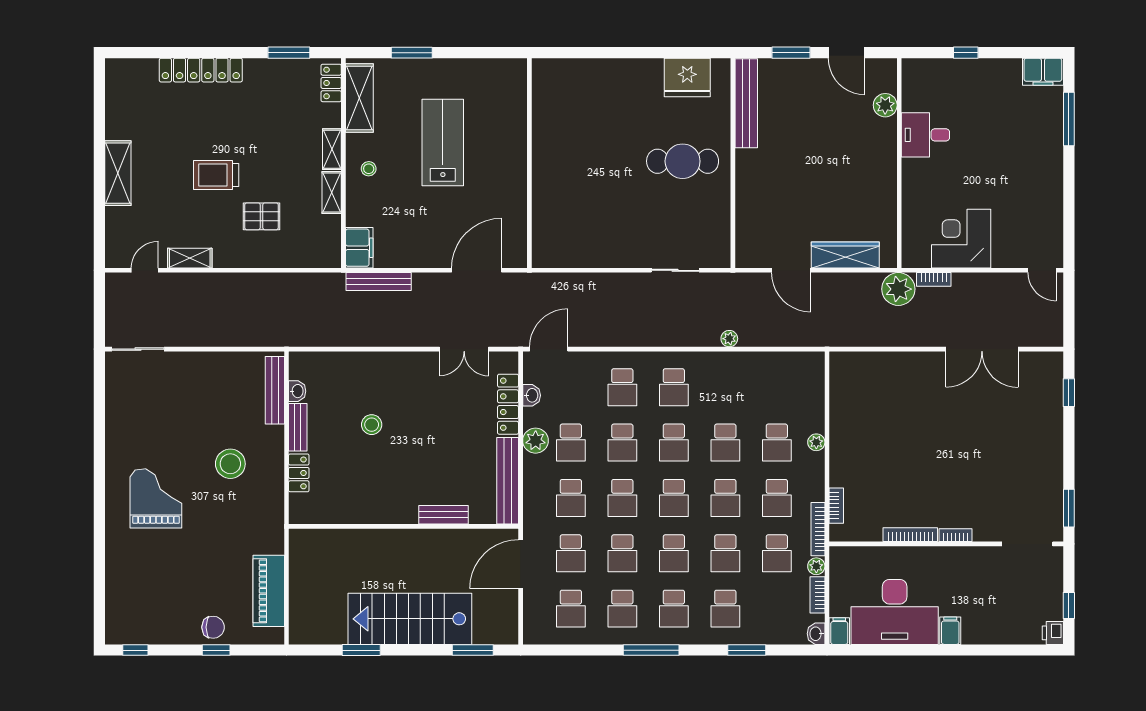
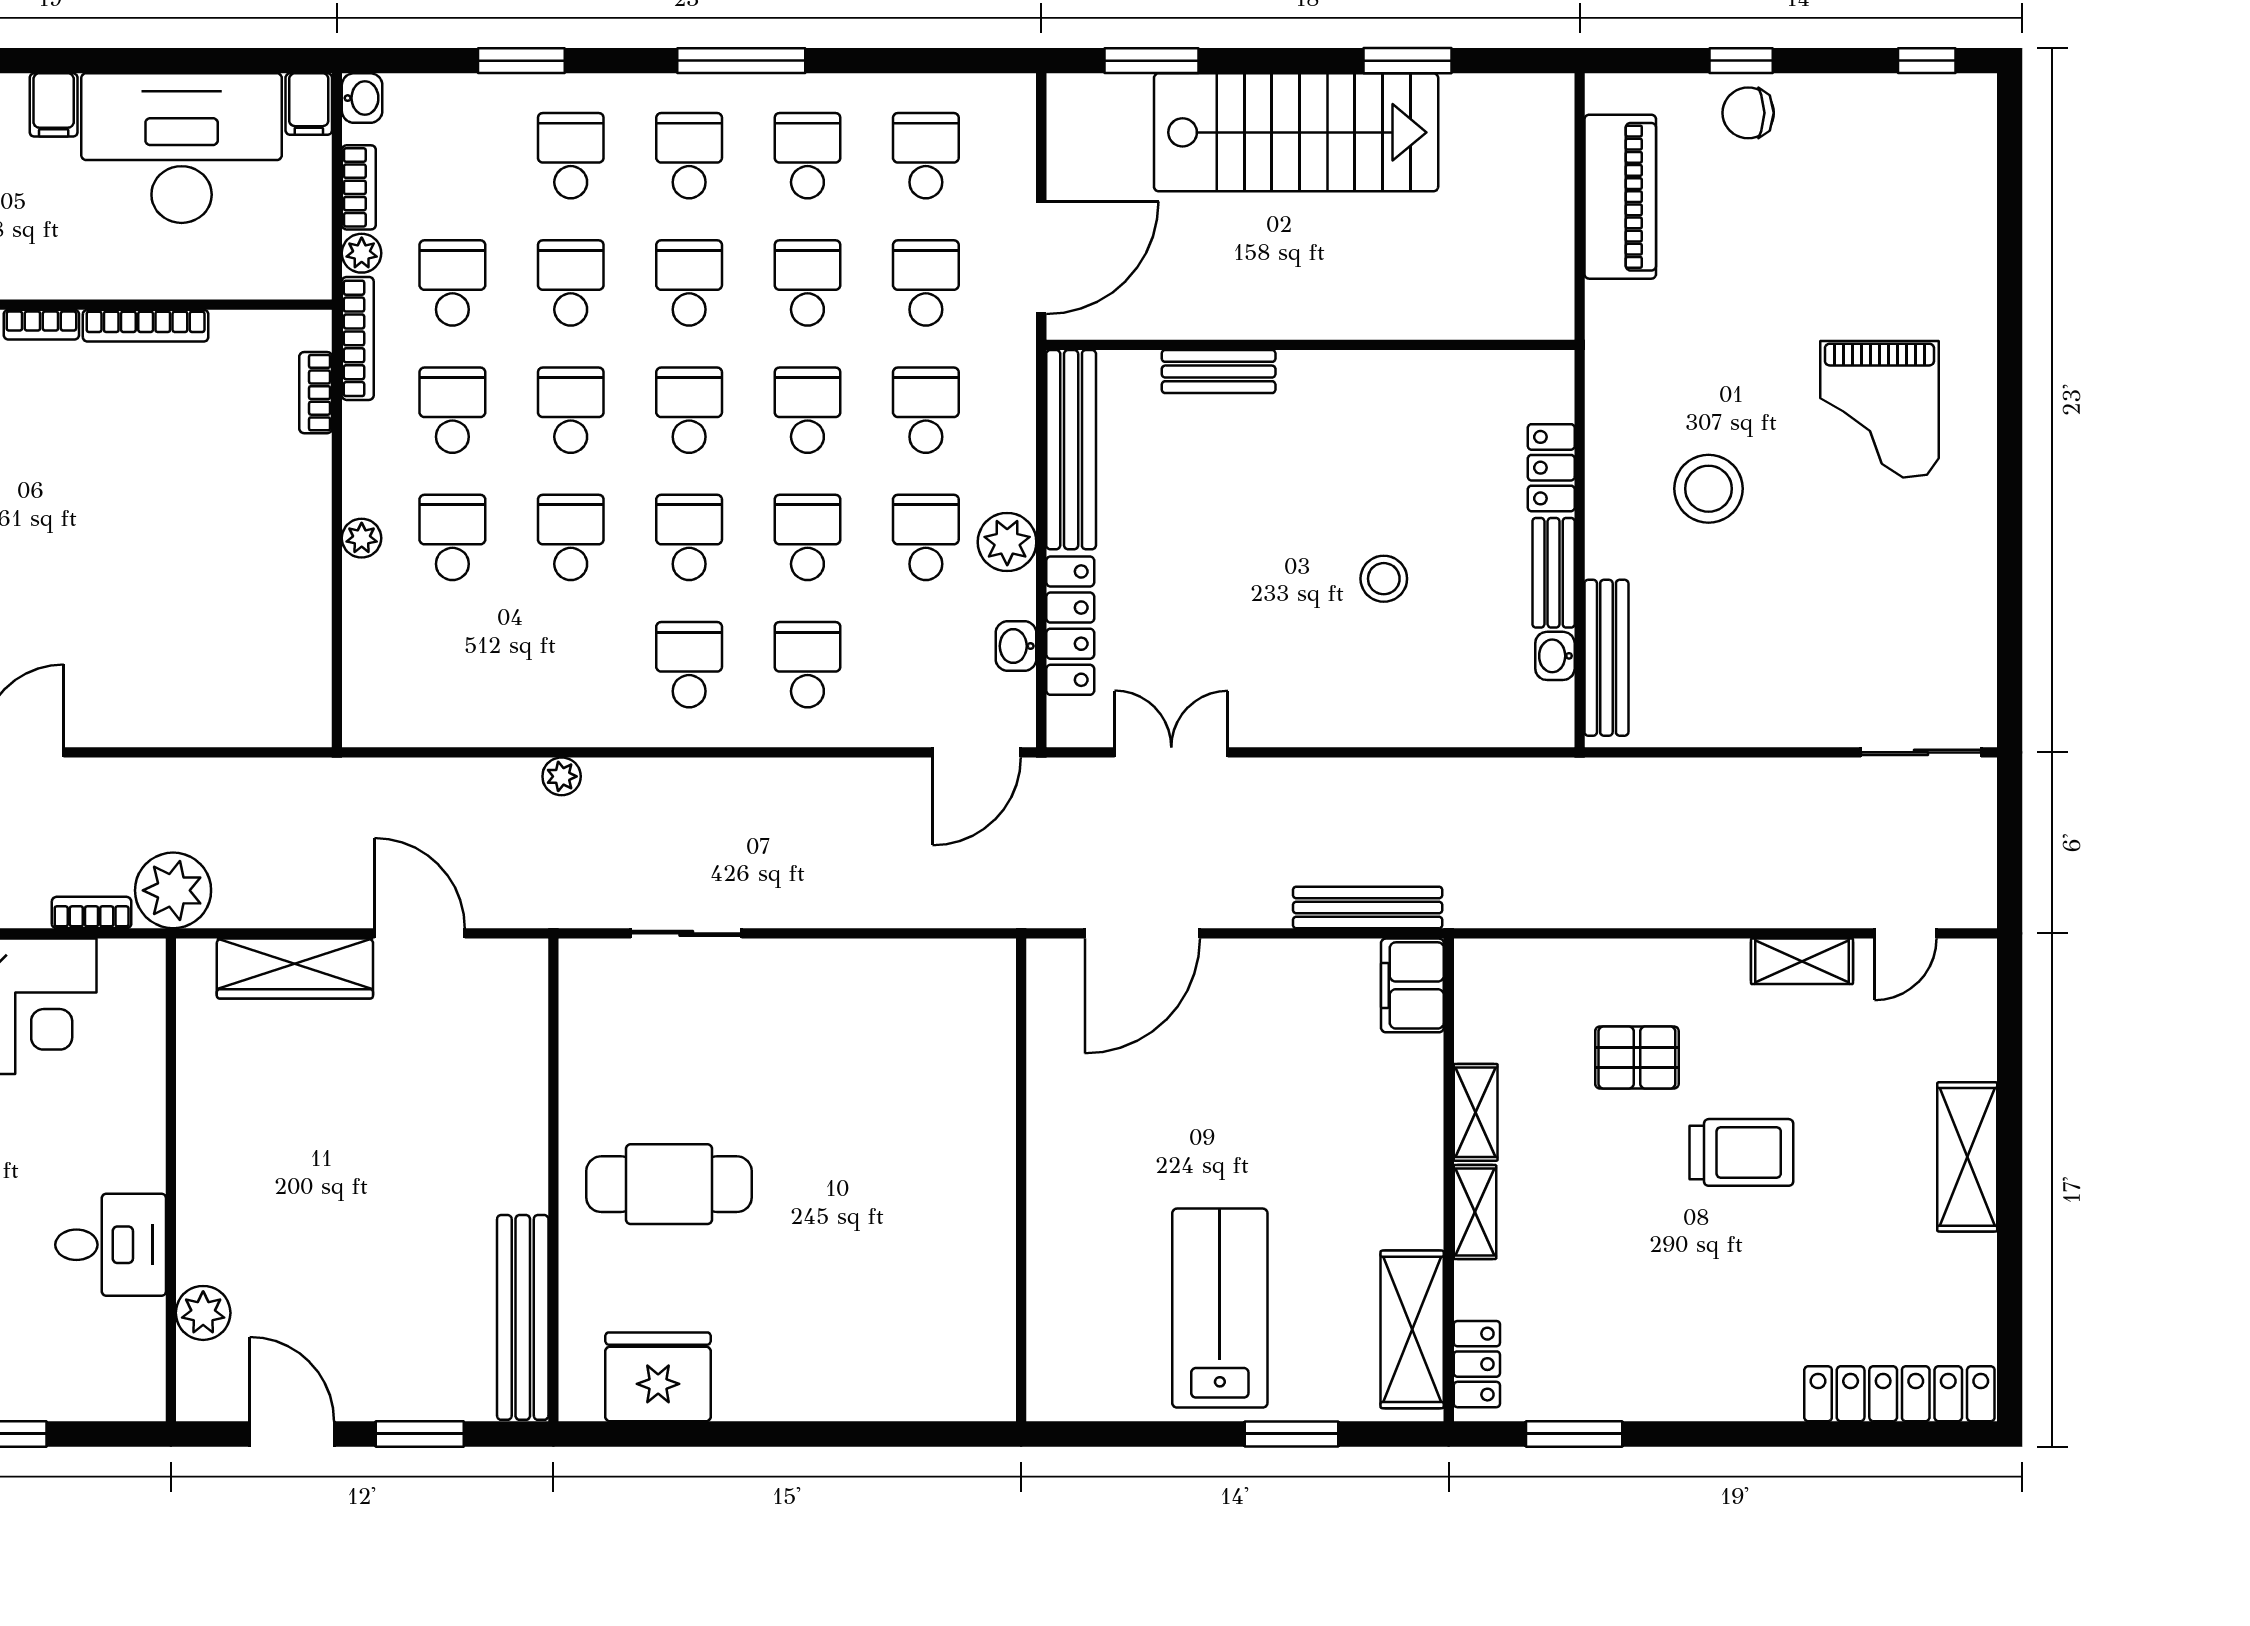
locker: (201, 70) -> (1899, 1394), moved
lab bench: (443, 142) -> (1220, 1308), moved, turned 180
stool: (369, 169) -> (1391, 1167), removed

